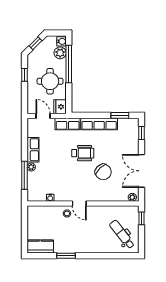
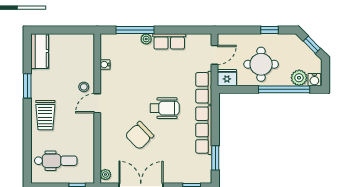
wheelchair: (83, 153) -> (165, 108), turned -90
dental chair: (122, 234) -> (56, 161), turned 38
trolley: (88, 242) -> (45, 115), added

